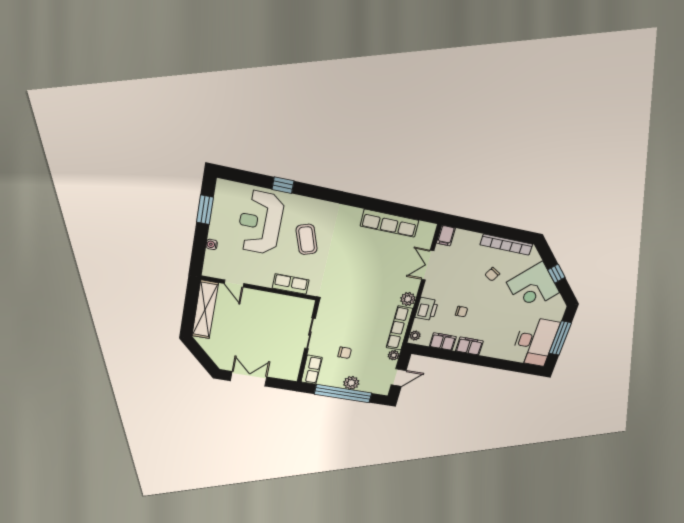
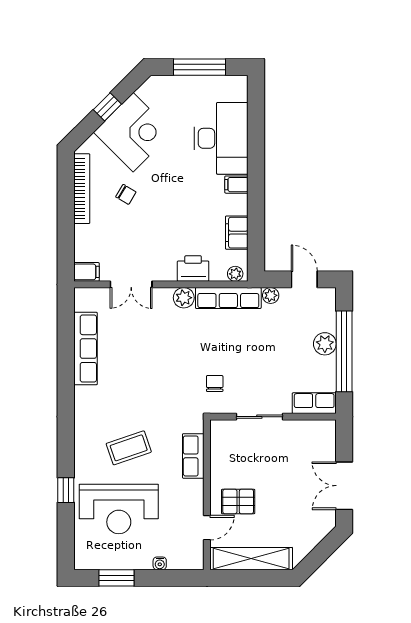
pallet: (250, 308) -> (238, 502), added
chair: (461, 312) -> (187, 220), removed
desk: (535, 342) -> (221, 138), moved, turned 90
filing cabinet: (469, 346) -> (236, 185), width x0.50
chair: (345, 353) -> (215, 383), moved

